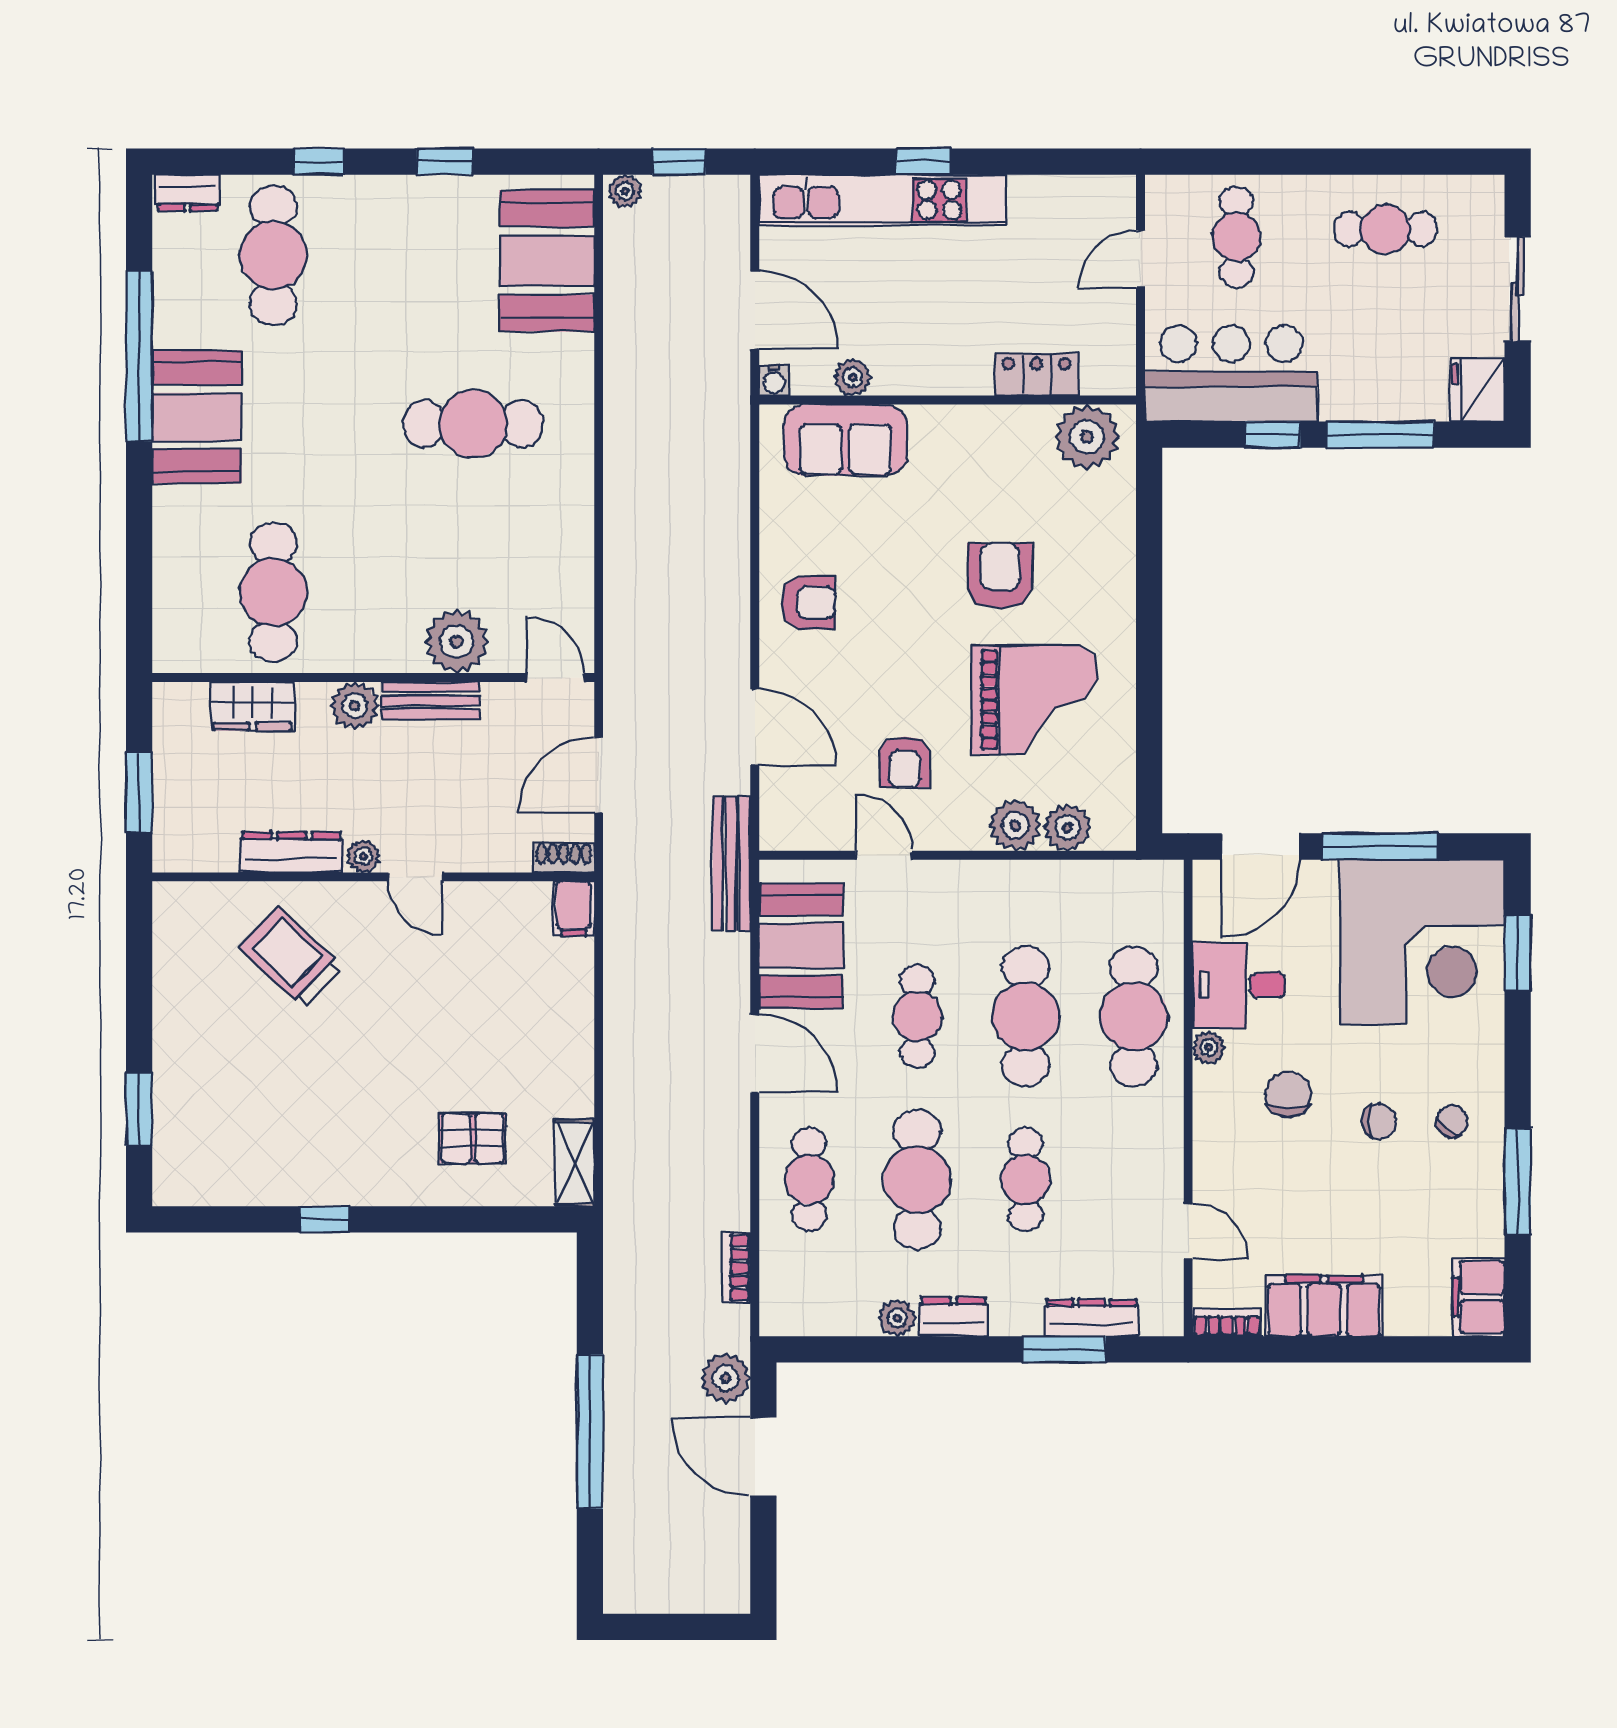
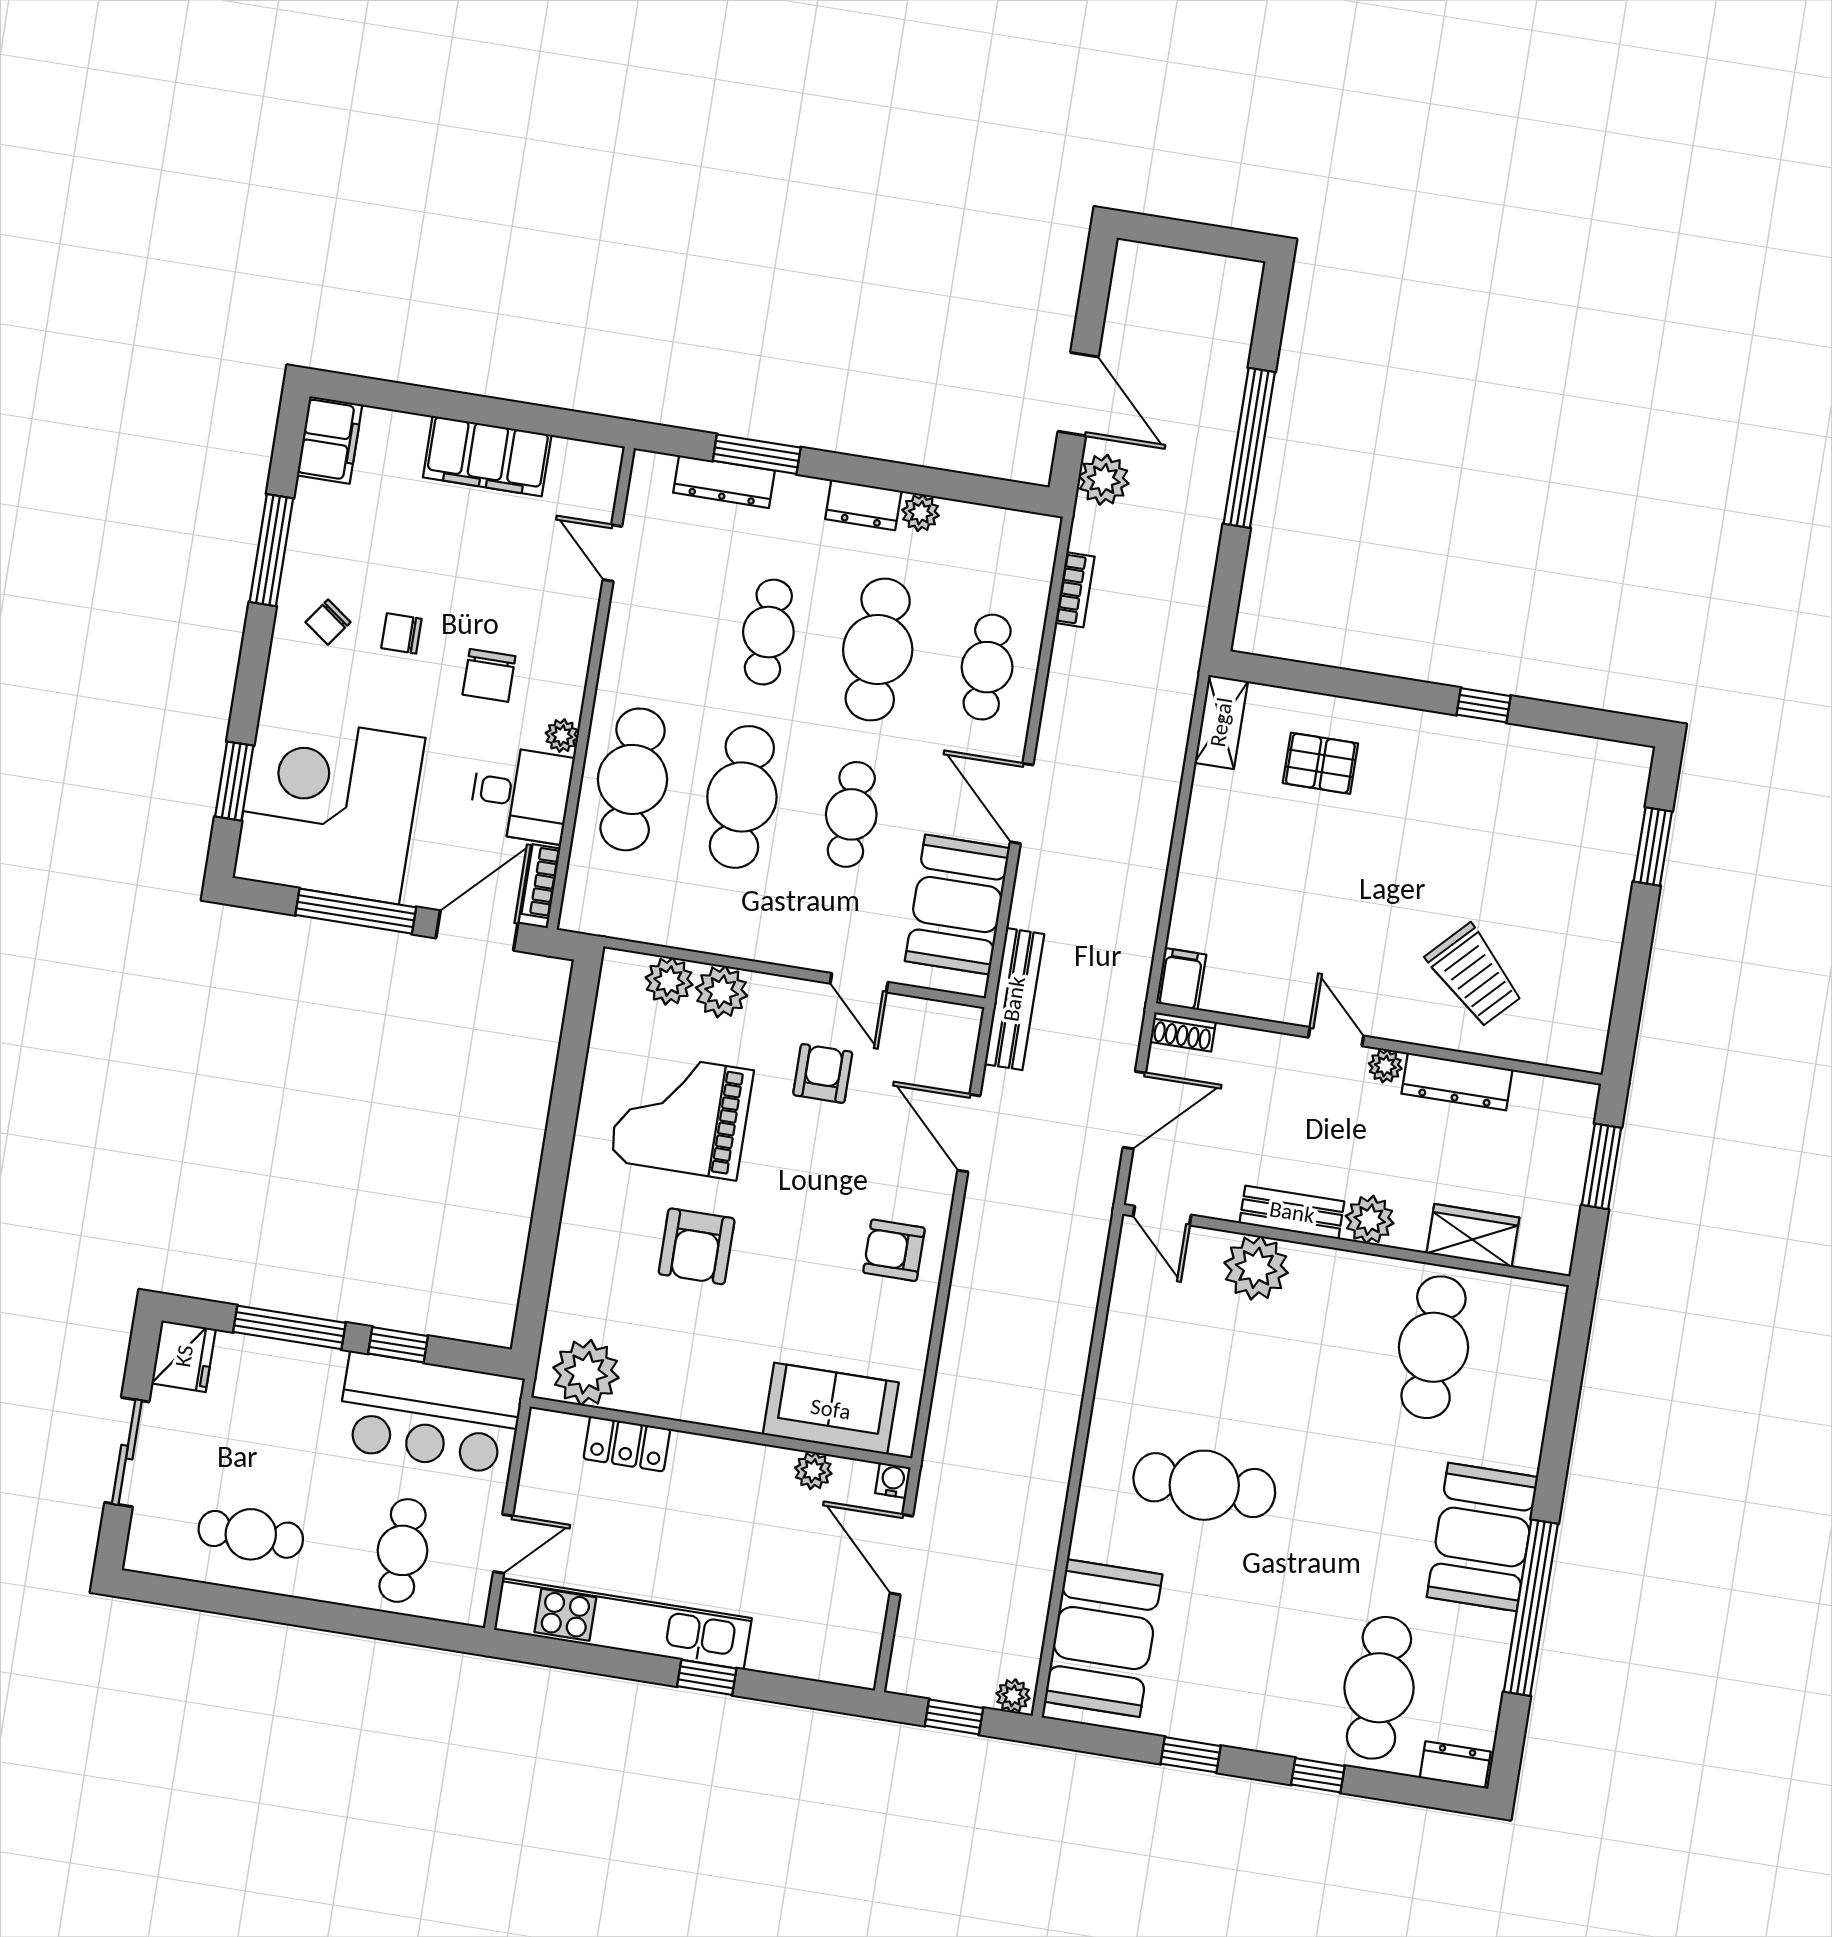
kitchen unit: (883, 200) -> (623, 1624), moved
bookcase: (1227, 1323) -> (541, 881), moved, turned 90

